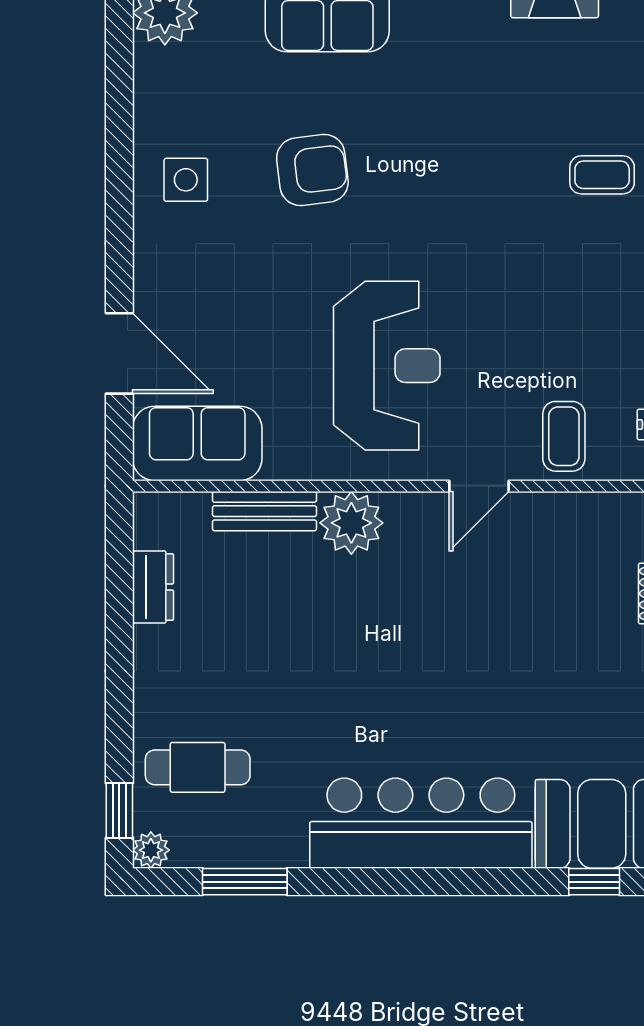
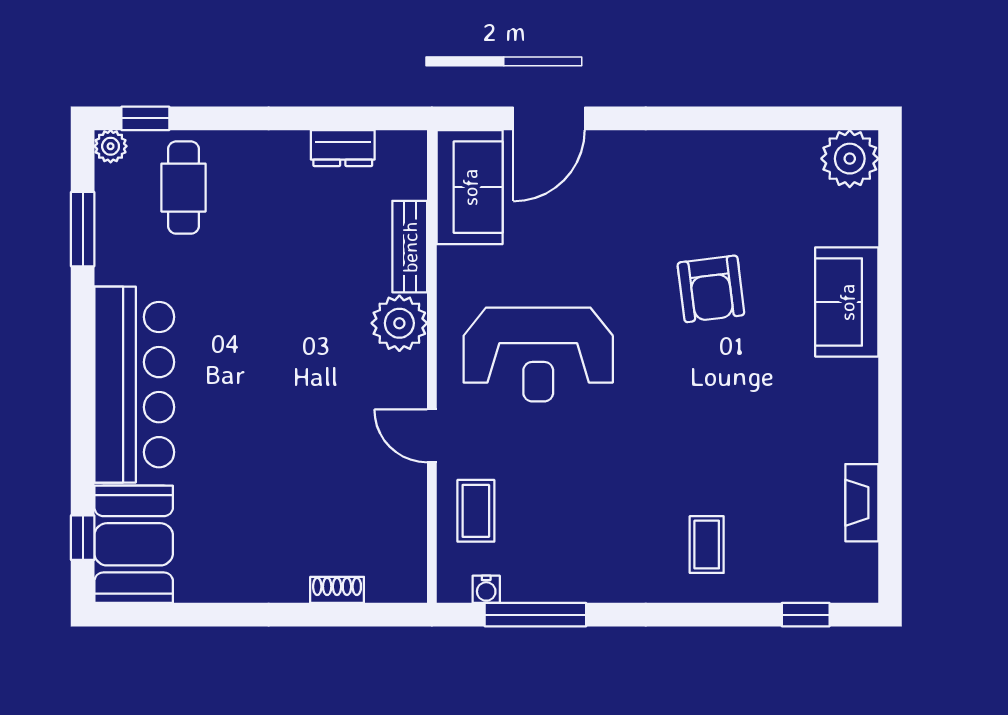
side table: (186, 180) -> (702, 177), removed
coffee table: (564, 436) -> (476, 511), turned 90

